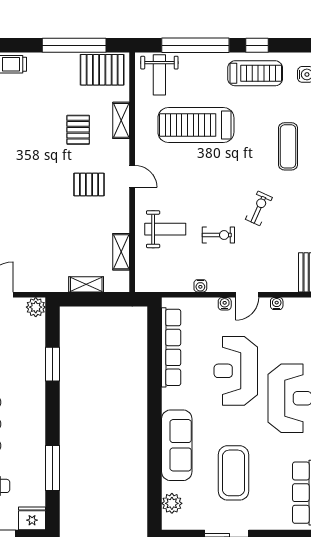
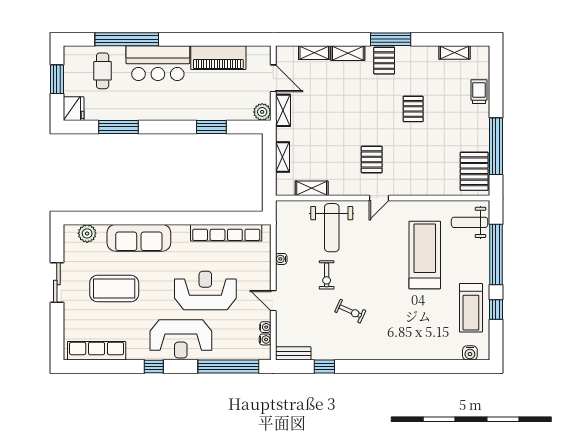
shelving: (121, 120) -> (283, 110), moved, turned 90
pallet: (78, 130) -> (413, 109), moved, turned 90
exercise mat: (288, 146) -> (406, 337), removed
weight bench: (165, 229) -> (332, 228), width x1.36, depth x1.33
water cooler: (225, 304) -> (265, 339), moved

